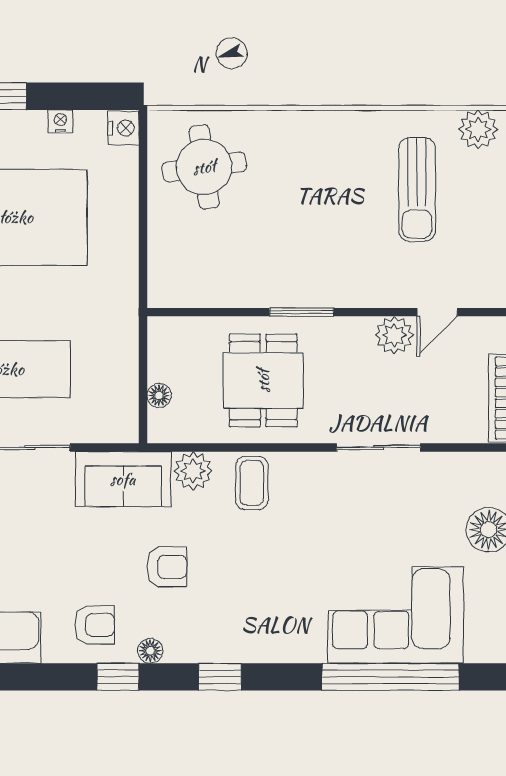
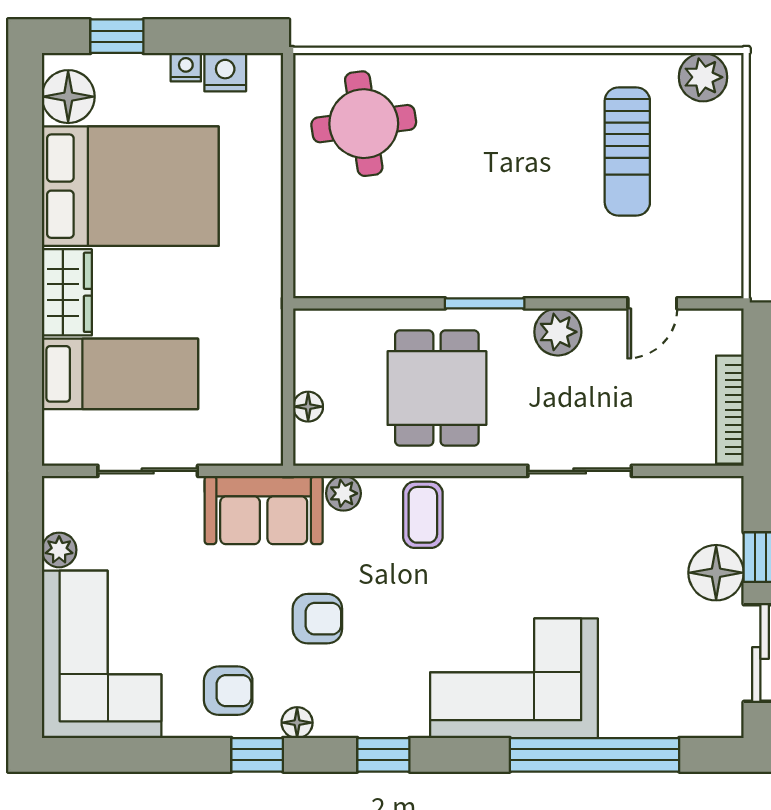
nightstand: (123, 128) -> (225, 72), moved, turned -90
plant: (394, 335) -> (558, 332), moved
plant: (193, 471) -> (343, 493), width x0.73, depth x0.73
corner sofa: (396, 615) -> (514, 678), moved

